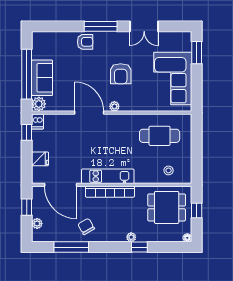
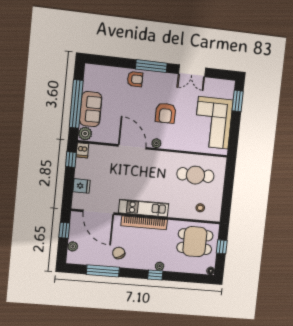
window: (139, 247) -> (155, 275), moved

